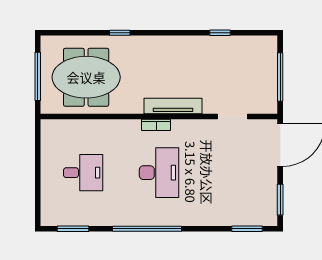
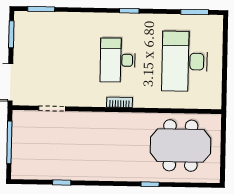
window: (38, 76) -> (223, 147), removed
tv unit: (173, 106) -> (104, 119), removed
desk: (83, 173) -> (185, 61), width x1.87, depth x1.30
window: (147, 229) -> (129, 11), width x0.32

